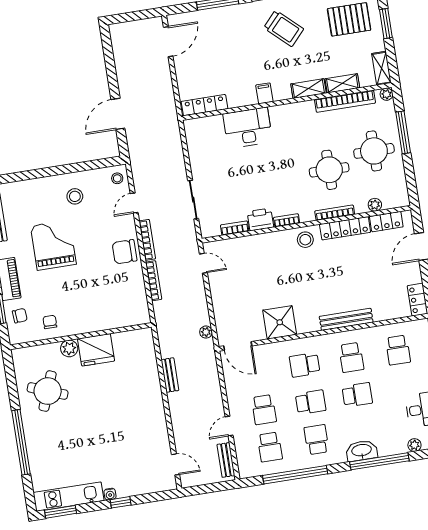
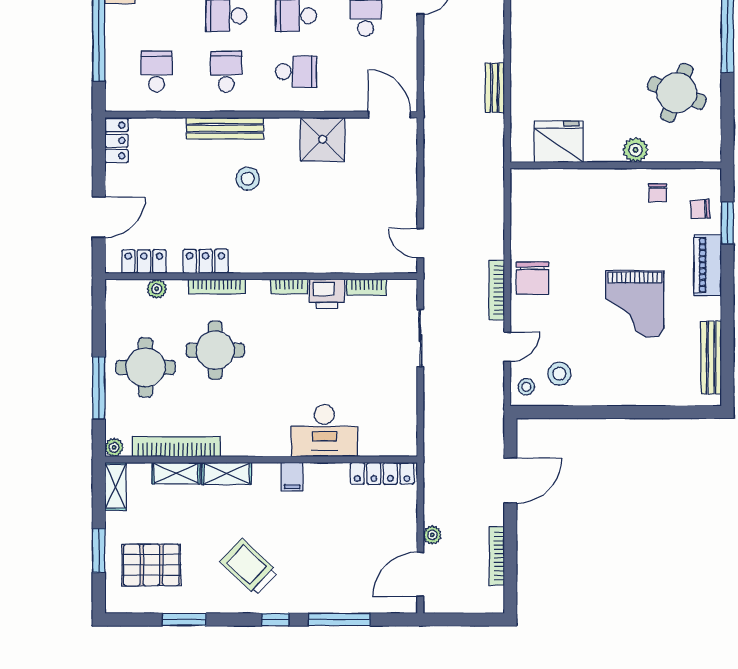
stool: (75, 196) -> (559, 374), moved
locker: (345, 228) -> (205, 261), width x0.66
stool: (305, 240) -> (248, 179), moved
chair: (124, 252) -> (533, 278), turned 90
bookcase: (154, 281) -> (497, 556), moved
plant: (206, 332) -> (432, 535), moved
fridge: (96, 350) -> (559, 142), moved

